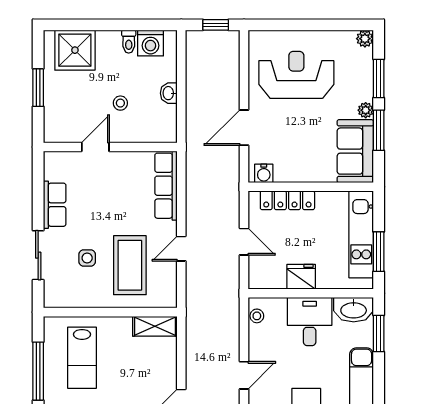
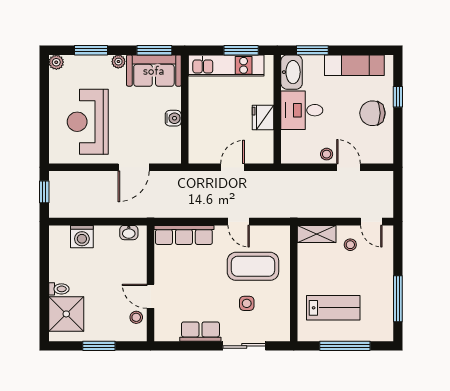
toilet: (129, 42) -> (59, 289), moved
washing machine: (150, 43) -> (82, 237), moved, turned 90
washbasin: (169, 93) -> (129, 233), moved
stool: (120, 103) -> (136, 317), moved
door: (244, 128) -> (134, 167), hinge flipped
window: (379, 130) -> (154, 50), moved
water cooler: (264, 173) -> (173, 118), moved
locker: (287, 200) -> (197, 129), removed
stool: (257, 316) -> (327, 154), moved
shelving: (155, 326) -> (317, 234), moved, turned 90
stool: (155, 377) -> (350, 245), added

